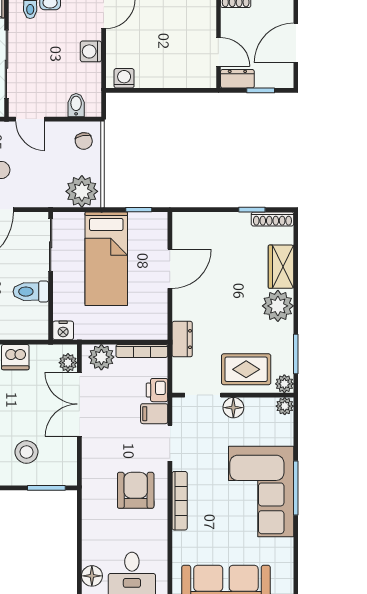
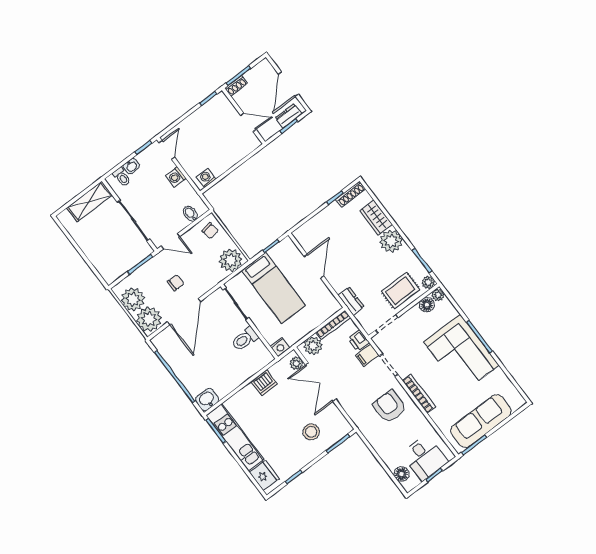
dresser: (237, 79) -> (289, 116), moved
floor lamp: (233, 408) -> (427, 305), moved

